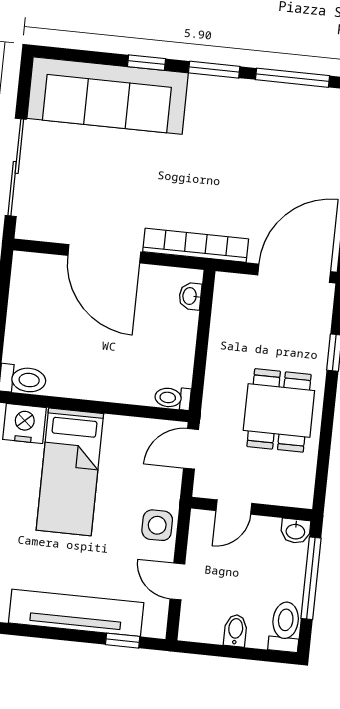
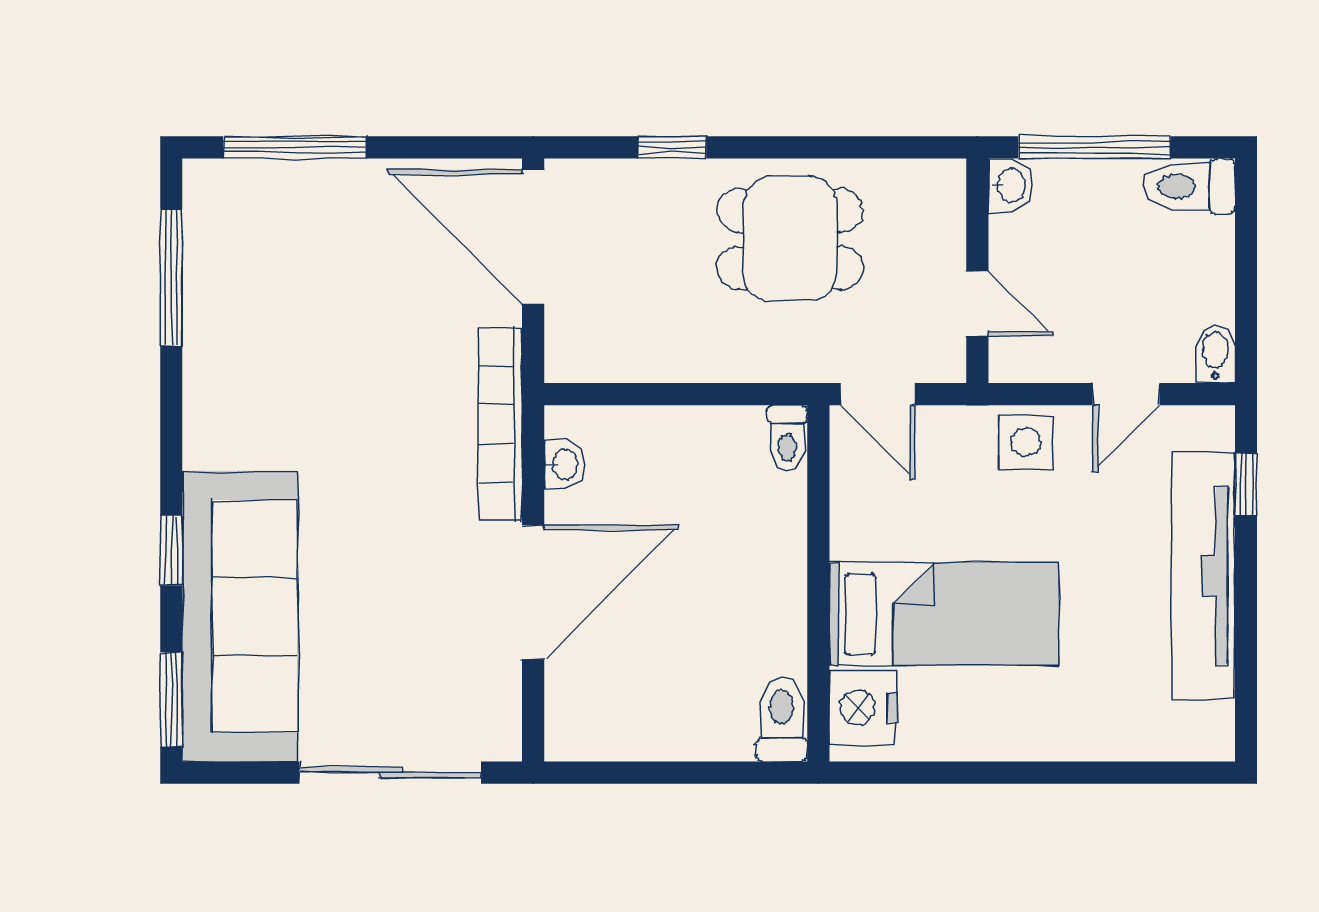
window: (214, 70) -> (171, 699), moved
washbasin: (190, 296) -> (564, 465), moved, turned -90
bidet: (235, 631) -> (1215, 354), moved, turned 90

